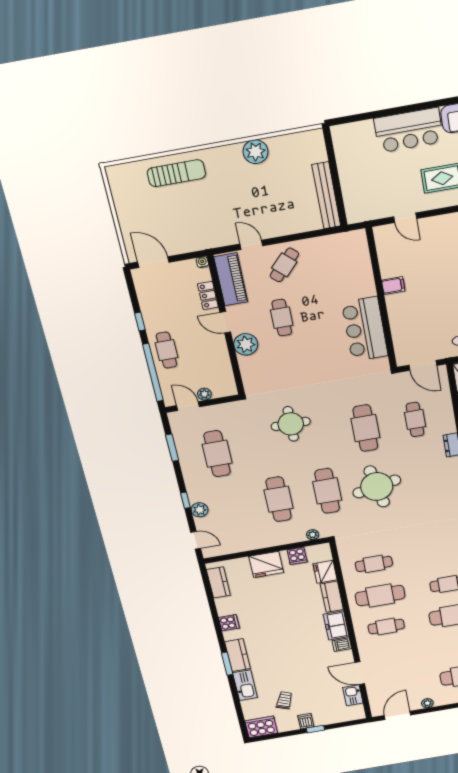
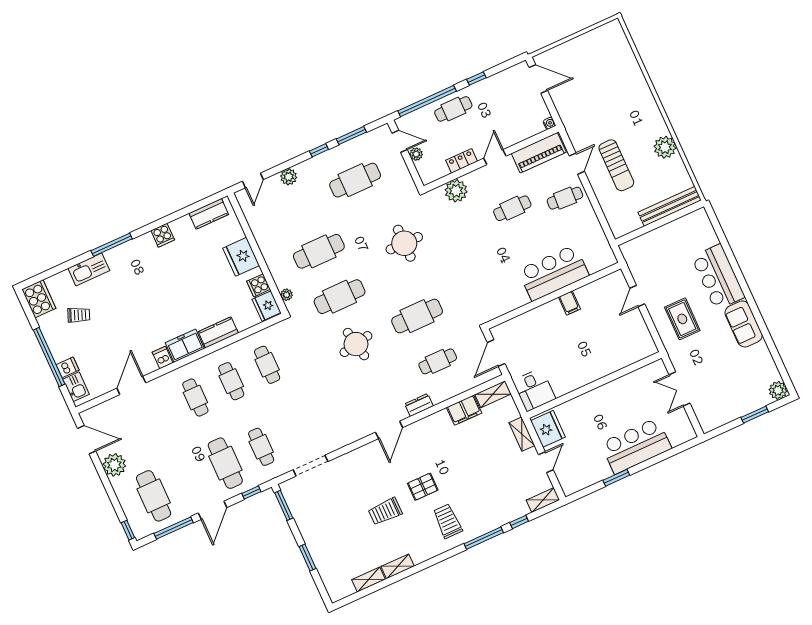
sun lounger: (176, 173) -> (616, 165), moved
bench: (326, 195) -> (670, 206), moved
door: (153, 262) -> (538, 79), hinge flipped
cafe table: (284, 265) -> (565, 198), turned -40
locker: (208, 295) -> (462, 161), moved
bar counter: (365, 329) -> (554, 273), moved
plant: (246, 344) -> (456, 191), moved
door: (188, 406) -> (400, 141), hinge flipped
round table: (377, 486) -> (356, 344), width x0.73, depth x0.73
window: (185, 500) -> (319, 150), moved
fridge: (325, 572) -> (267, 306), moved, turned -90
cafe table: (380, 596) -> (231, 381), width x0.73, depth x0.74
kitchen counter: (238, 655) -> (125, 253), removed
window: (227, 664) -> (112, 245), width x1.44
kitchen sink: (353, 695) -> (76, 387), moved, turned 90
plant: (427, 703) -> (114, 465), width x1.87, depth x1.87
dishwasher: (306, 721) -> (68, 367), moved
window: (315, 729) -> (49, 357), width x3.17

